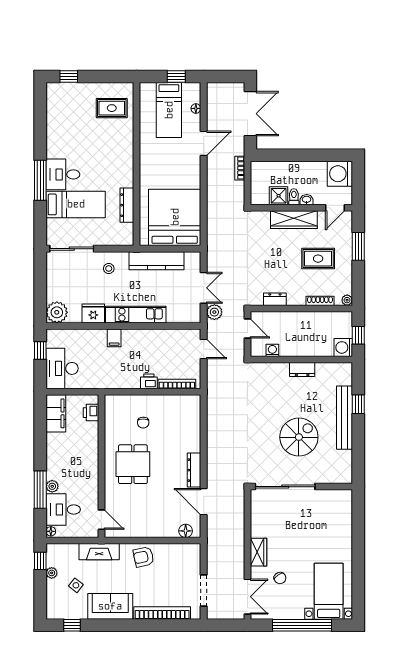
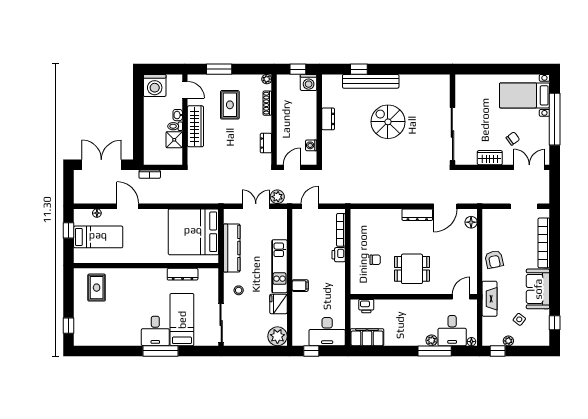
sliding door: (285, 487) -> (452, 134), moved
wall: (301, 487) -> (452, 120), moved

